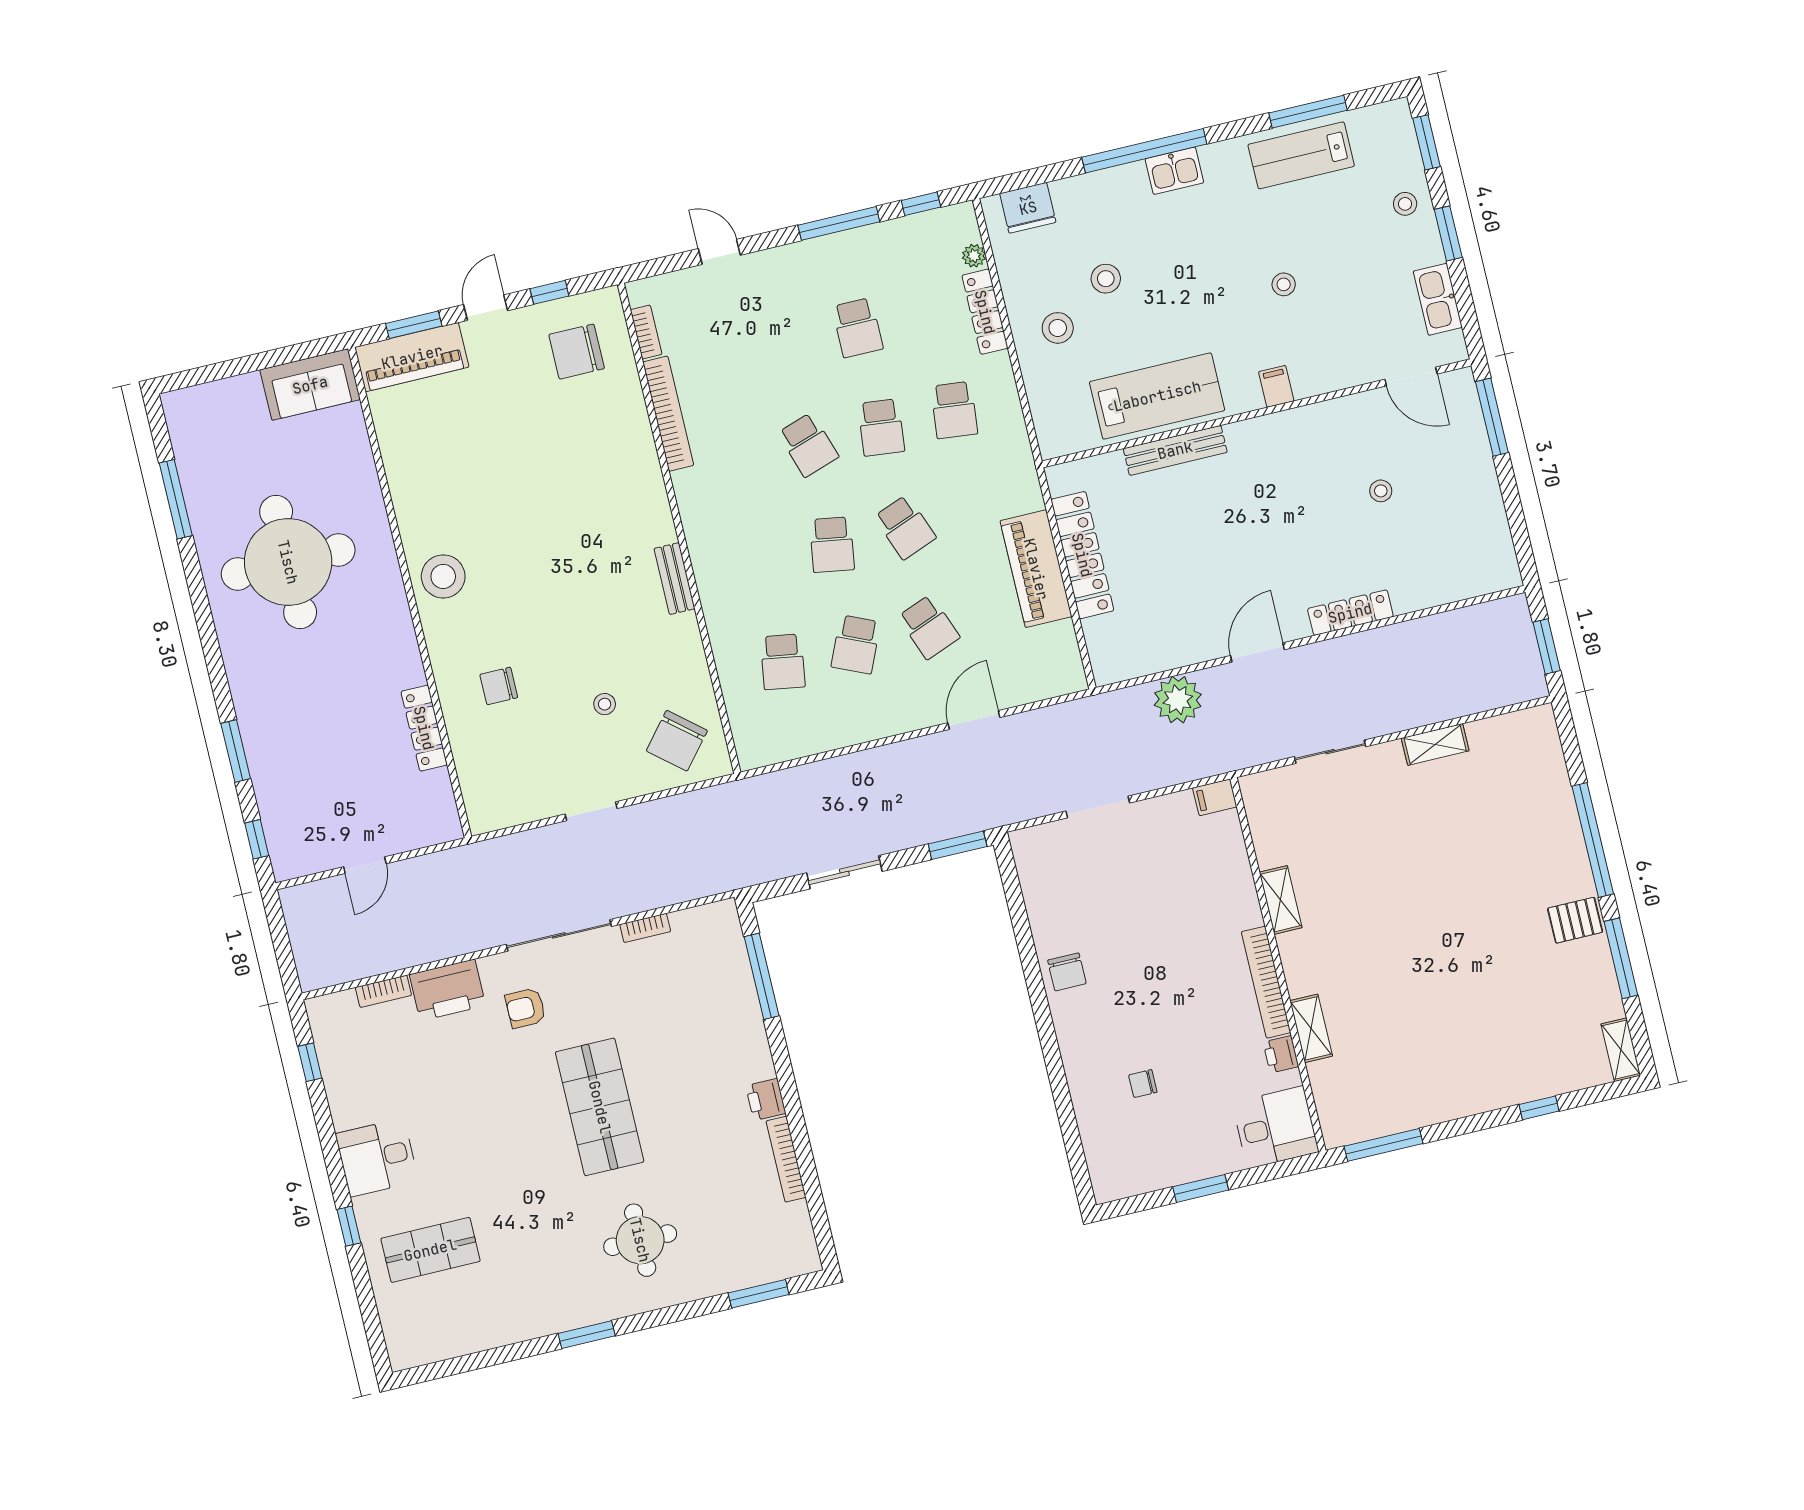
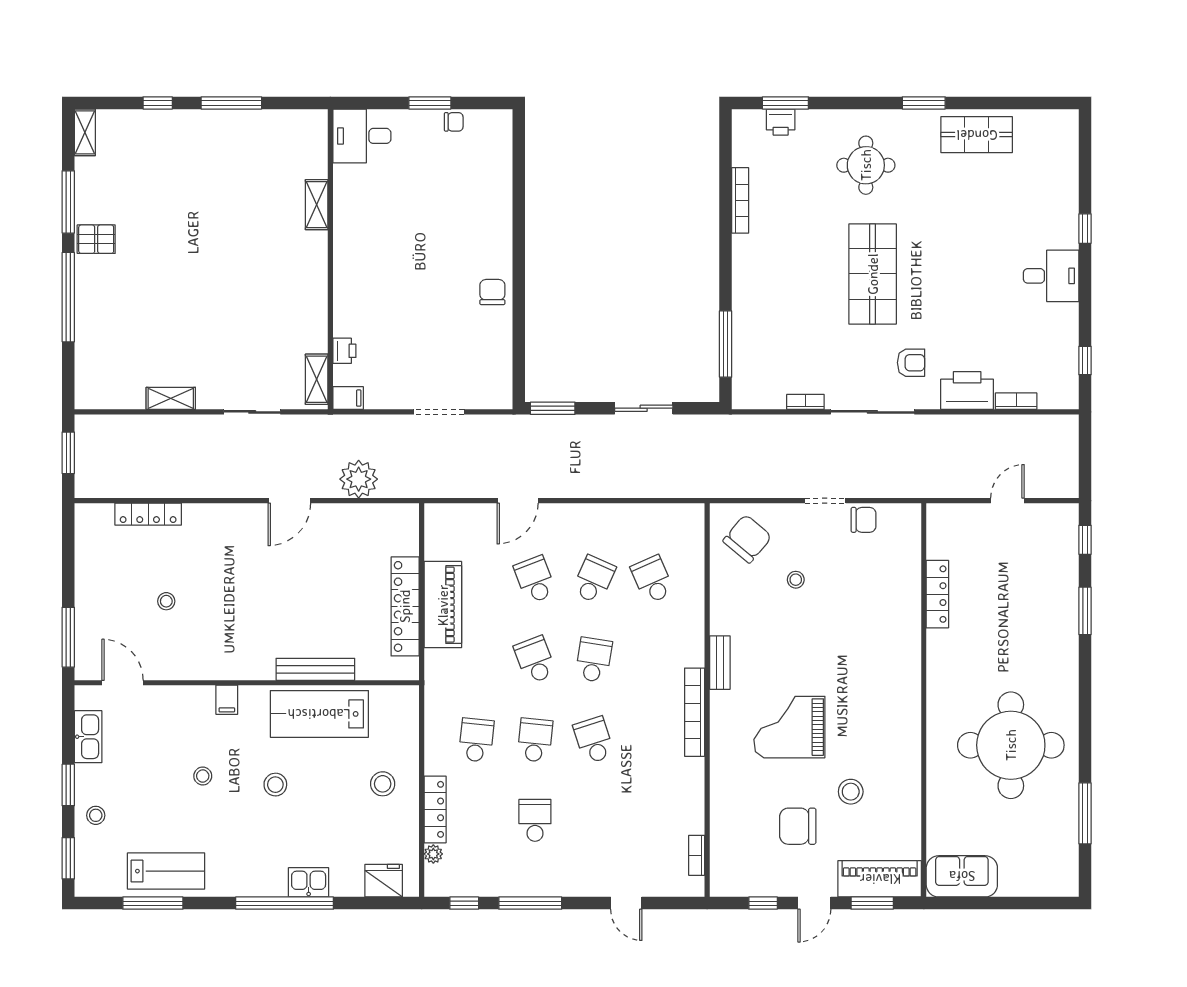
kitchen sink: (1174, 171) -> (309, 882), moved
stool: (1106, 279) -> (275, 785), moved
chair: (577, 352) -> (798, 826), moved, turned 180
bookcase: (668, 414) -> (695, 712), moved
grand piano: (569, 519) -> (789, 727), added
stool: (443, 576) -> (851, 792), moved, width x0.73, depth x0.73
locker: (1350, 613) -> (148, 514), moved
school desk: (783, 662) -> (652, 580), turned -33
chair: (499, 686) -> (864, 520), moved
shelving: (1281, 900) -> (317, 379), moved
bookcase: (1266, 982) -> (343, 248), removed
printer: (1281, 1054) -> (344, 351), moved
chair: (1143, 1084) -> (454, 122), moved
printer: (766, 1100) -> (781, 122), moved, turned 90
window: (1384, 1145) -> (231, 103), moved
shop shelf: (430, 1250) -> (977, 135), moved

